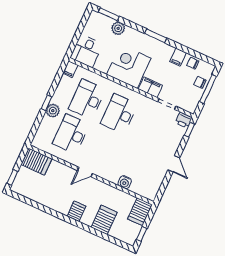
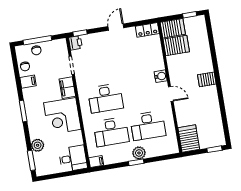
water cooler: (125, 182) -> (161, 76), moved
locker: (153, 189) -> (147, 30), added
server rack: (104, 220) -> (176, 45), moved, turned 180

